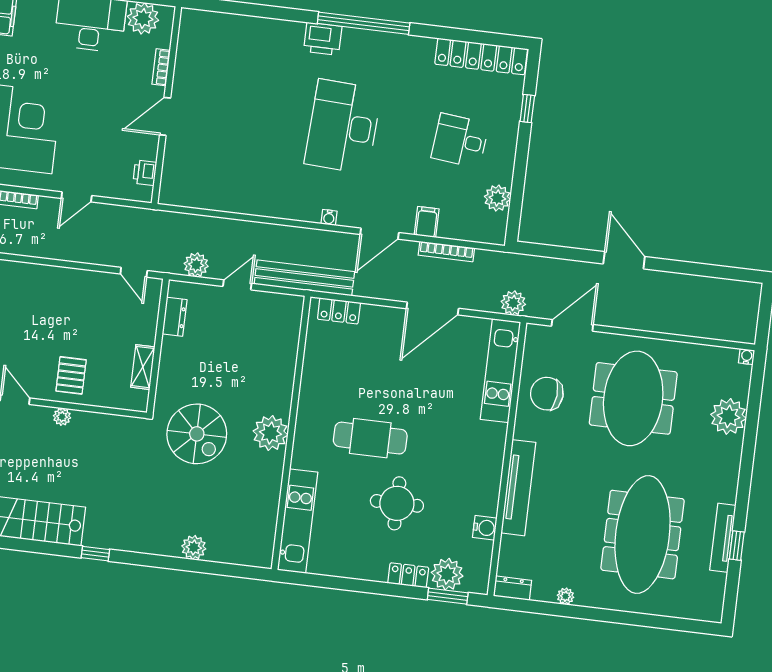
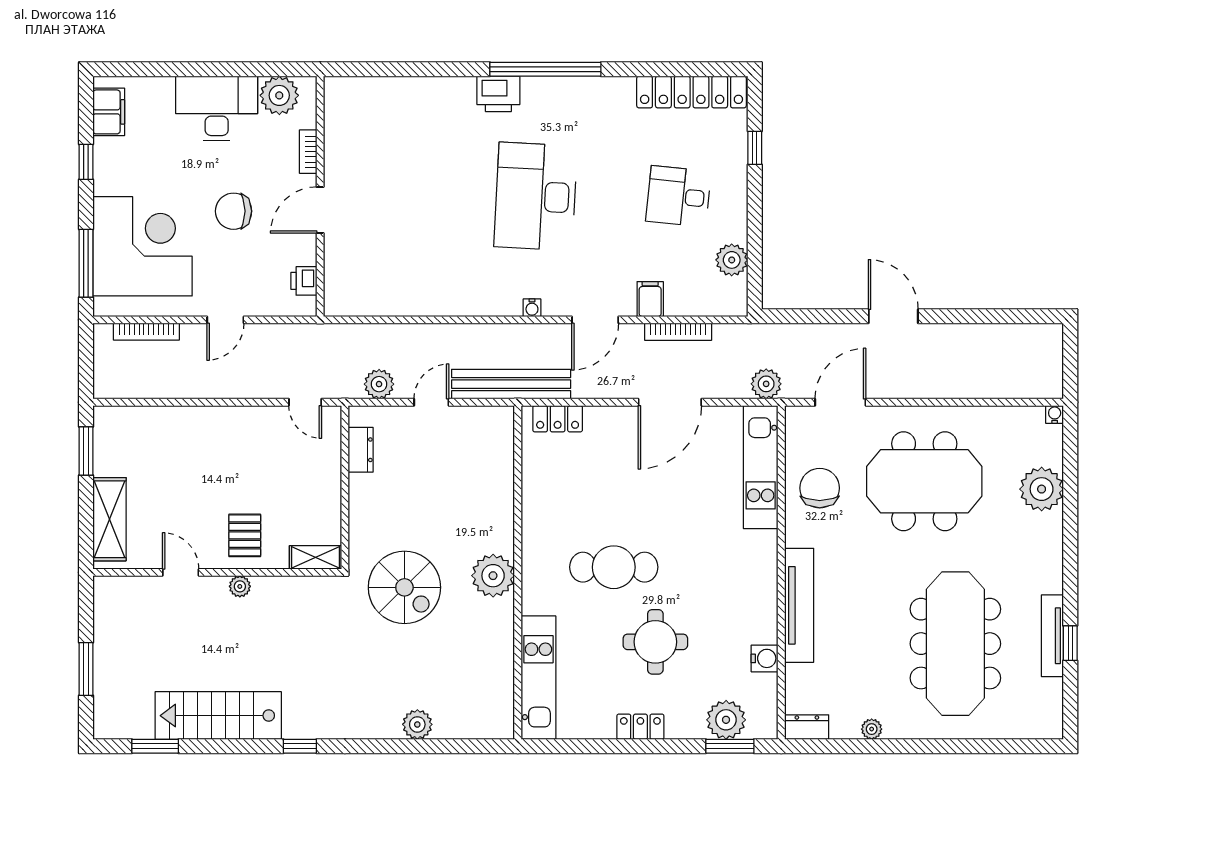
chair: (94, 109) -> (234, 211), added
shelving: (143, 367) -> (315, 557), moved, turned 90
chair: (547, 394) -> (820, 488), turned 86
meeting table: (633, 398) -> (924, 481), turned 90
locker: (408, 575) -> (640, 727), moved

